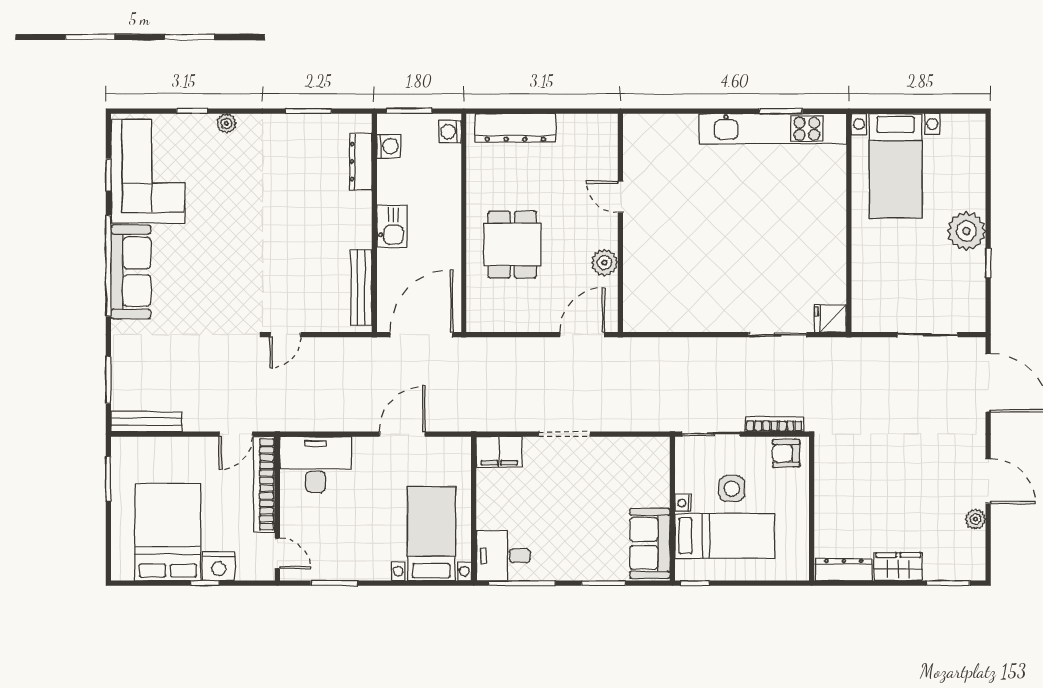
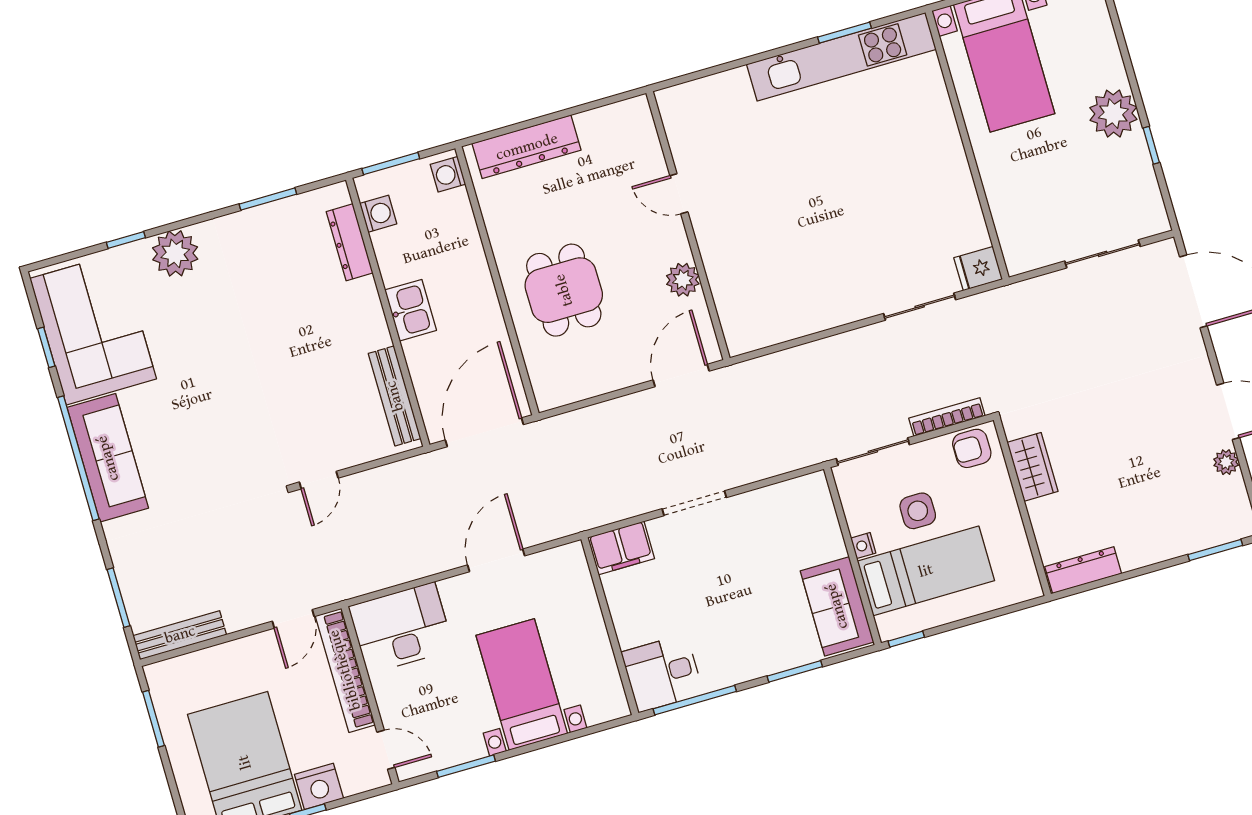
plant: (226, 123) -> (175, 253), width x1.87, depth x1.87
bed with nightstands: (431, 534) -> (522, 684), moved
wardrobe: (898, 567) -> (1033, 467), moved, turned 90

